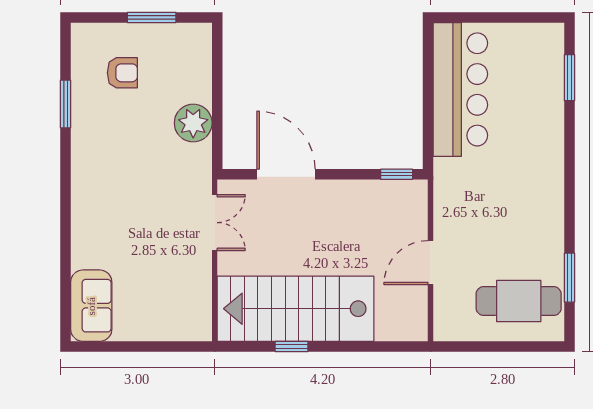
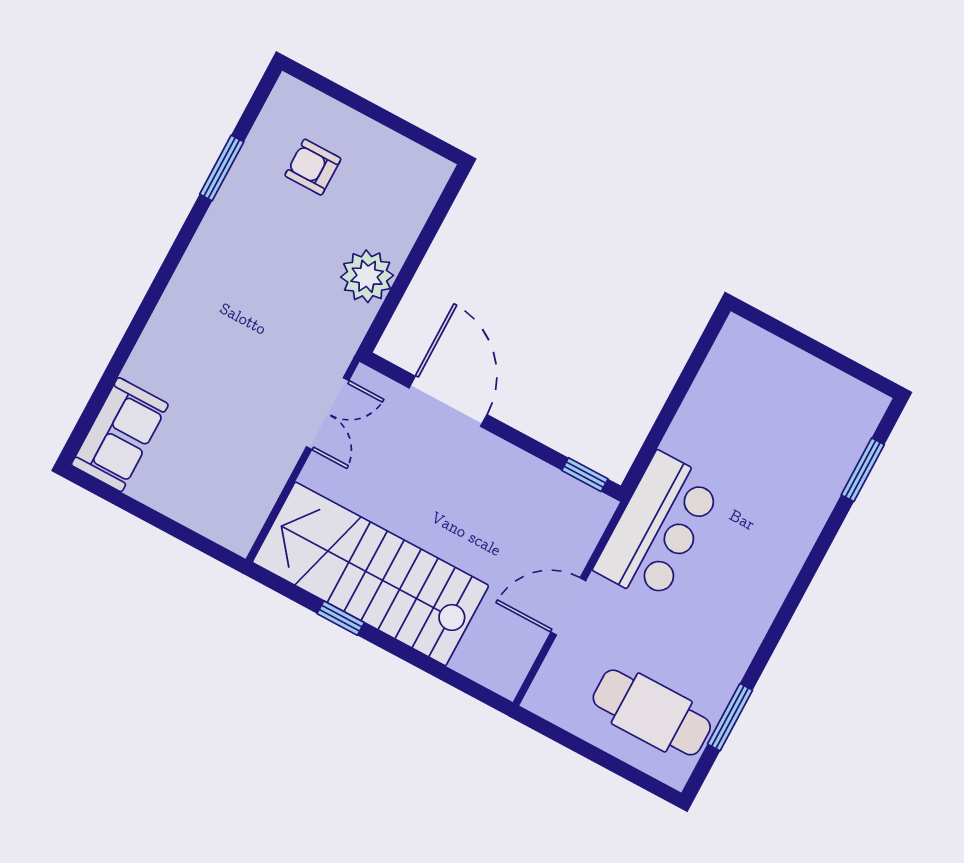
window: (152, 17) -> (386, 118), removed
armchair: (122, 73) -> (313, 167), turned 180
bar counter: (460, 89) -> (658, 528), moved, width x0.73

